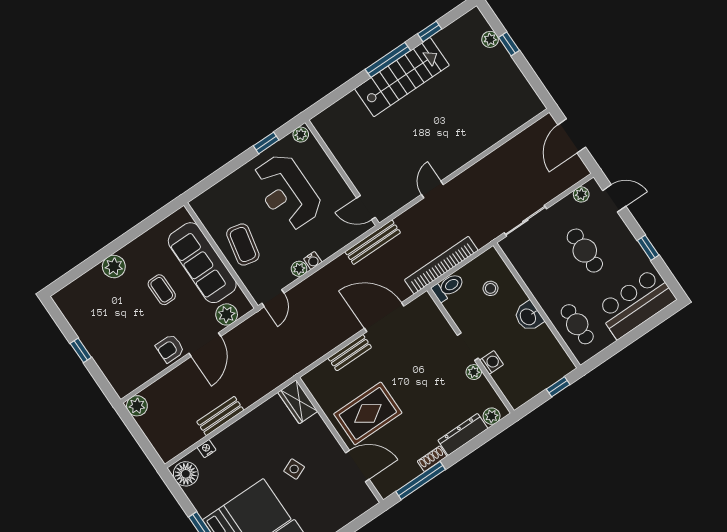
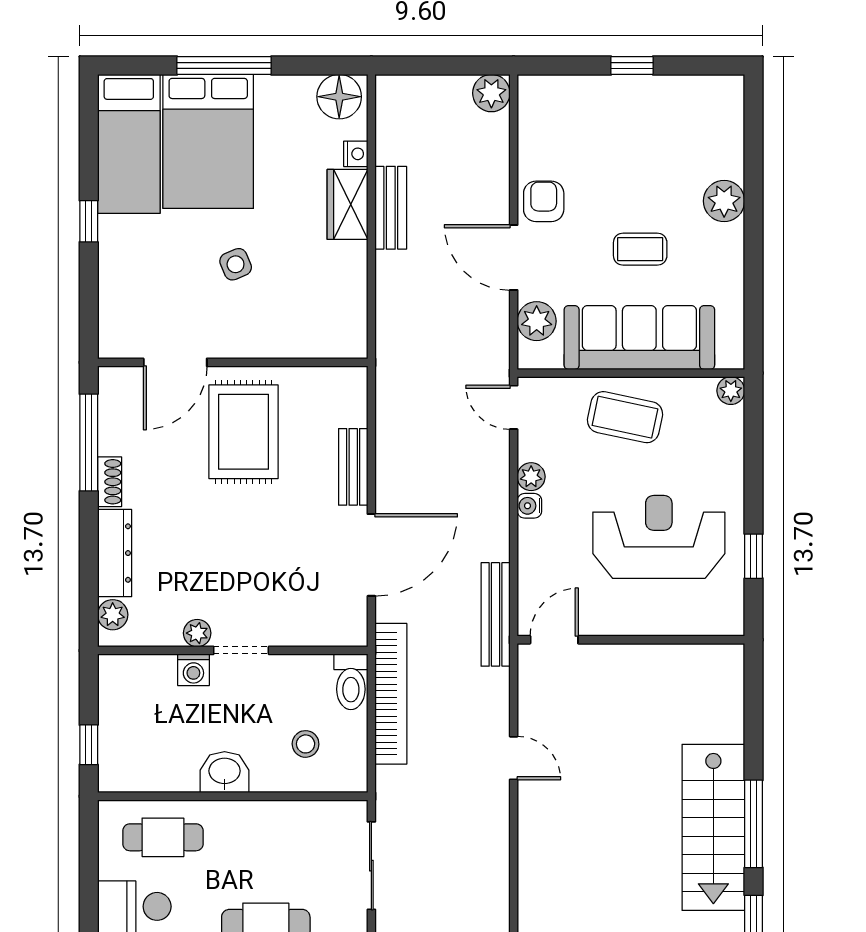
plant: (301, 135) -> (731, 391), moved
wardrobe: (298, 402) -> (347, 204), moved, turned -90

